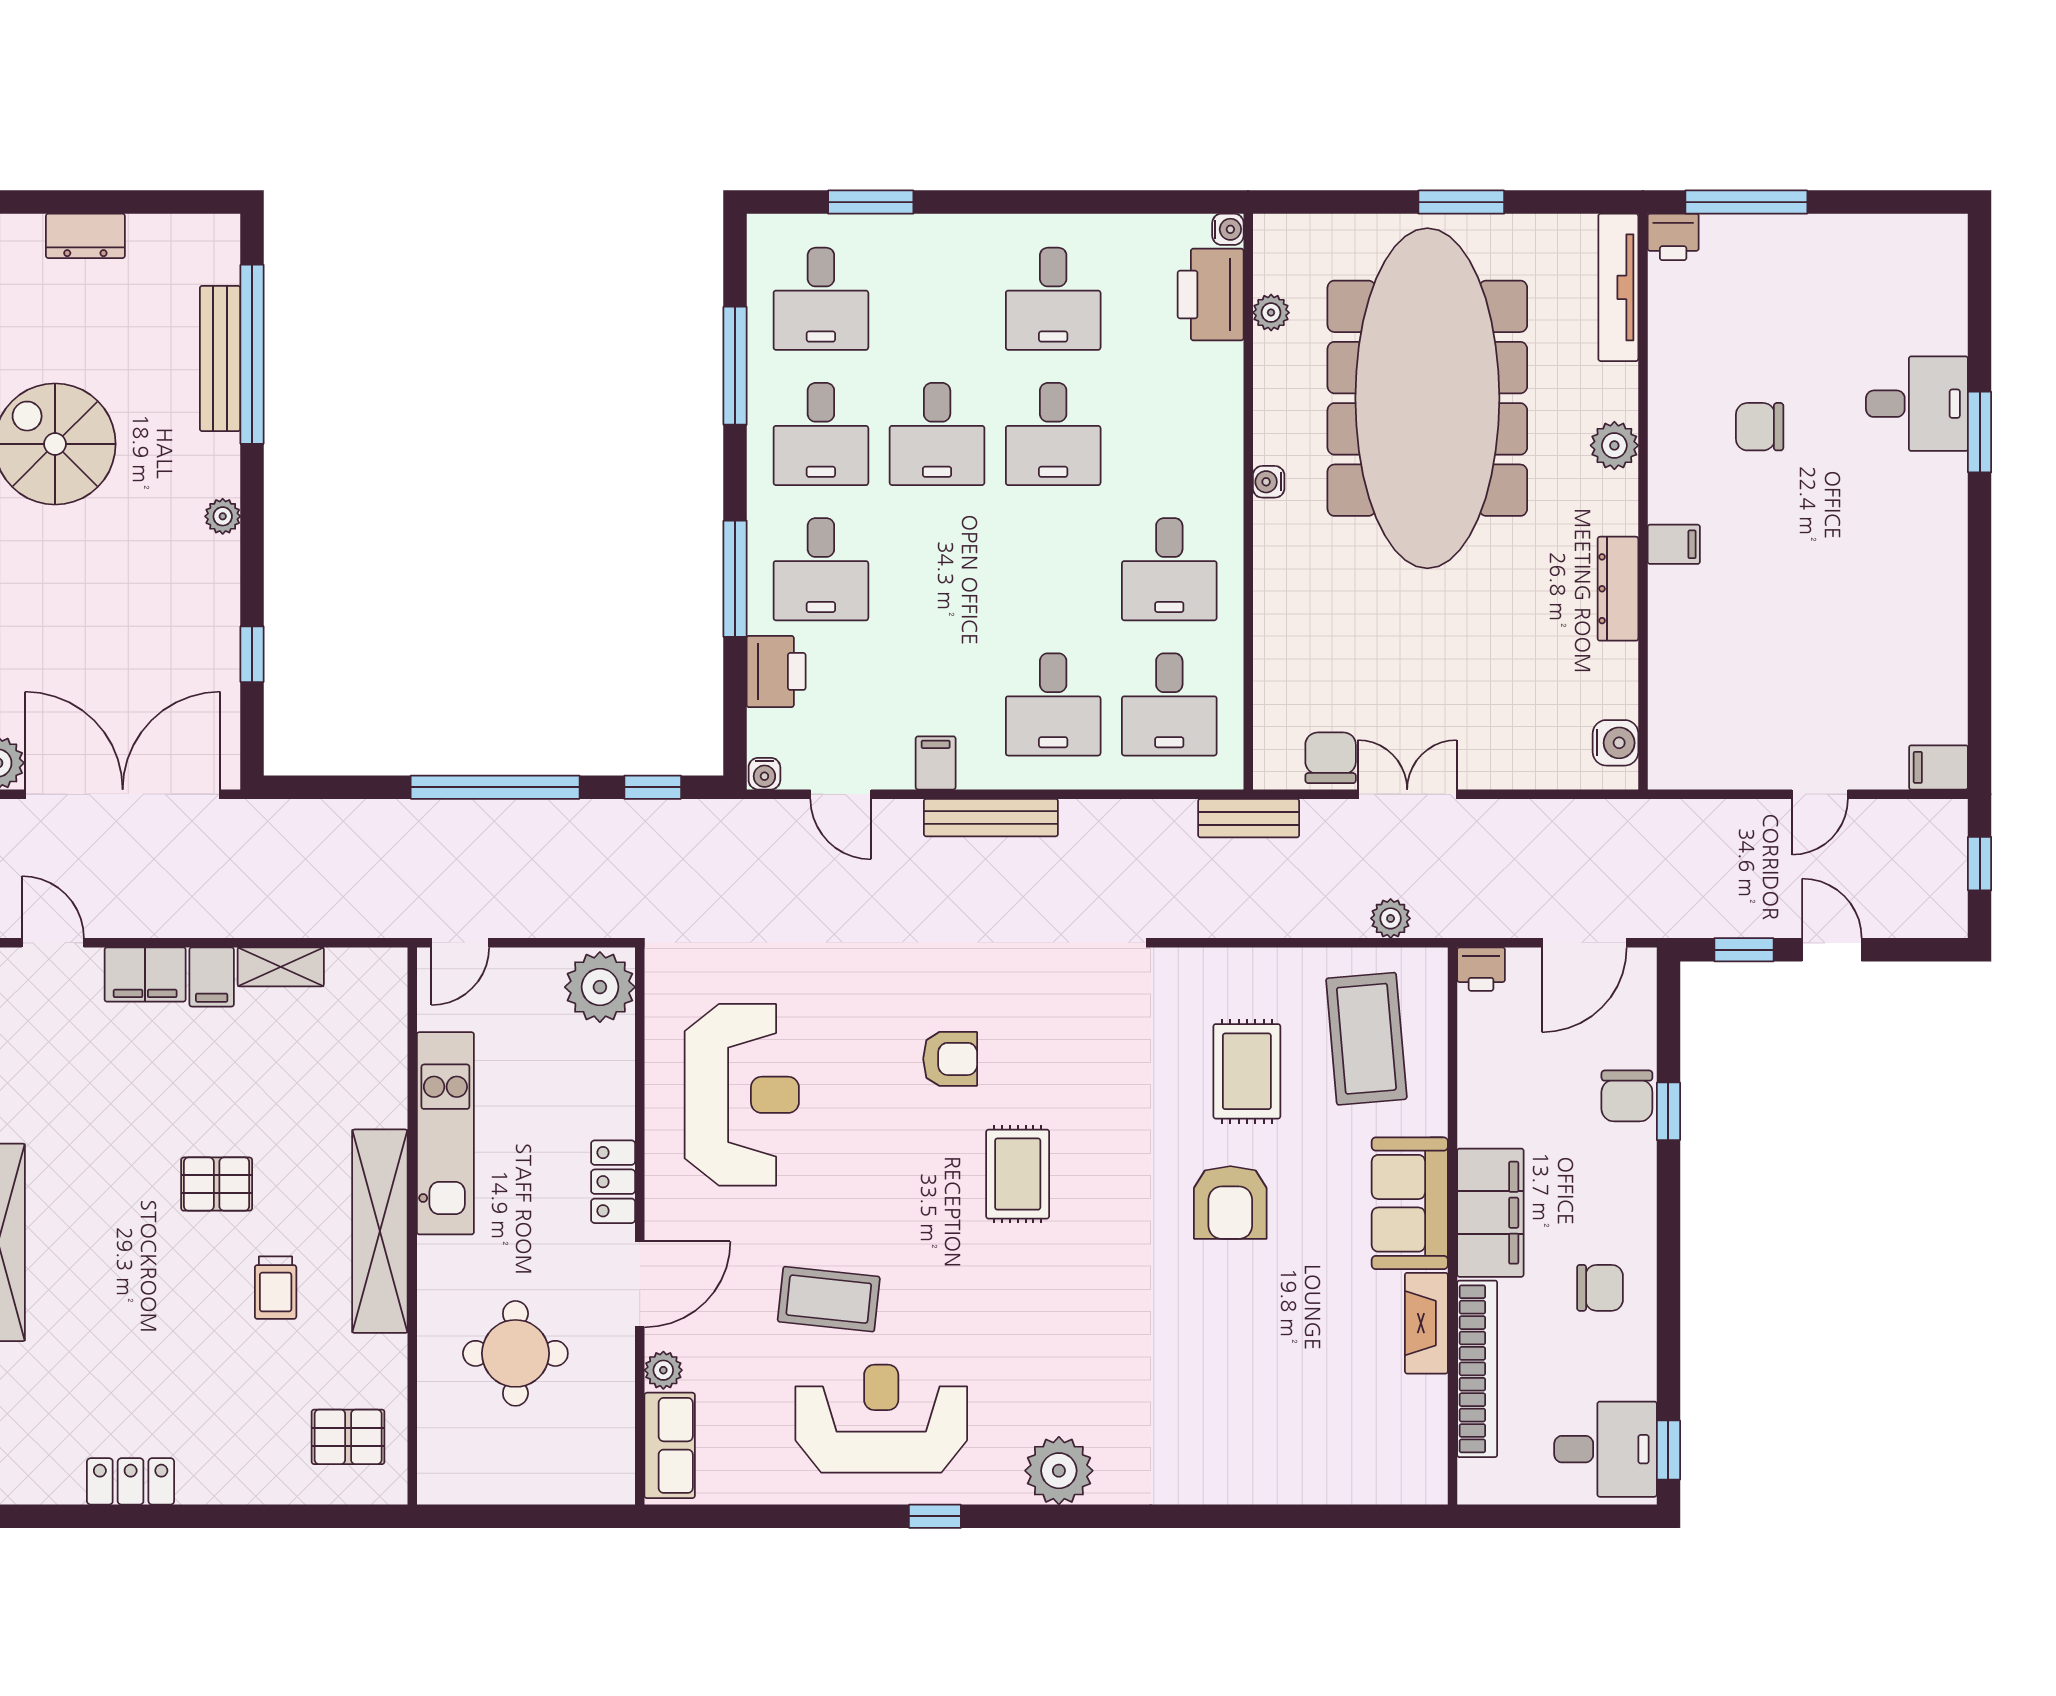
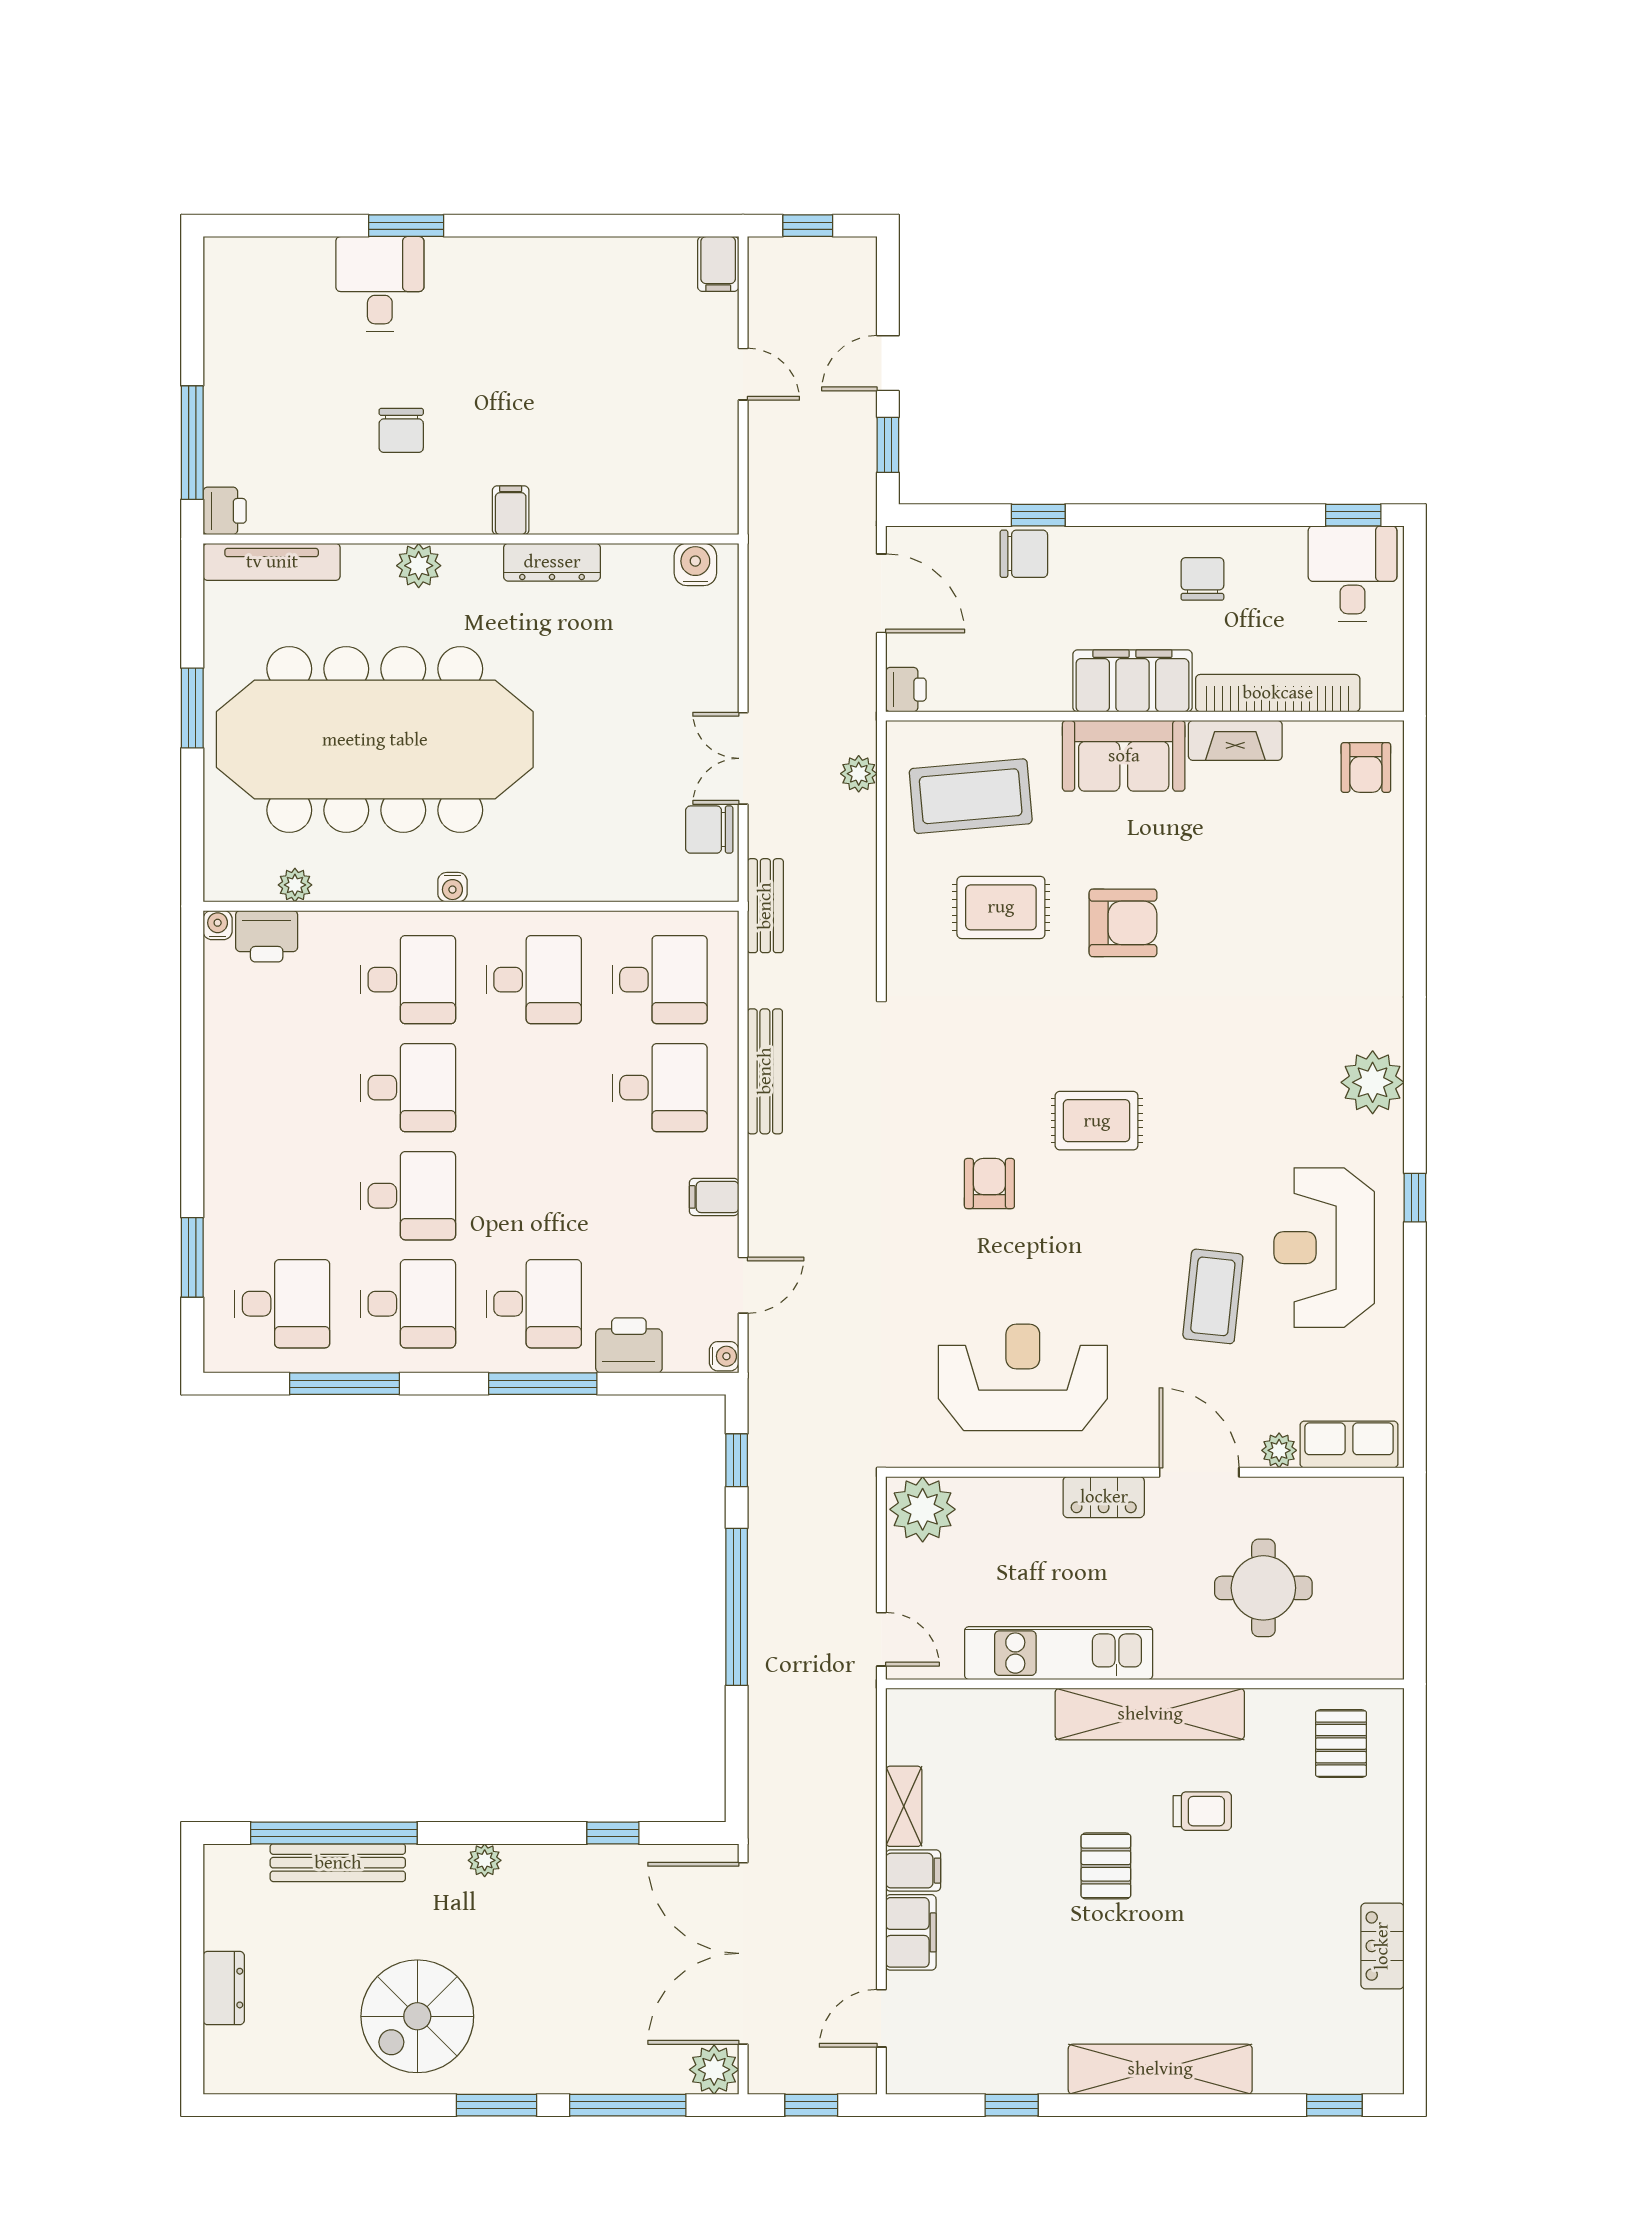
printer: (1211, 295) -> (267, 936), width x0.73, depth x0.84
desk: (1053, 299) -> (408, 980), moved
bench: (991, 818) -> (765, 1071), moved
armchair: (1397, 1464) -> (1366, 768), added

